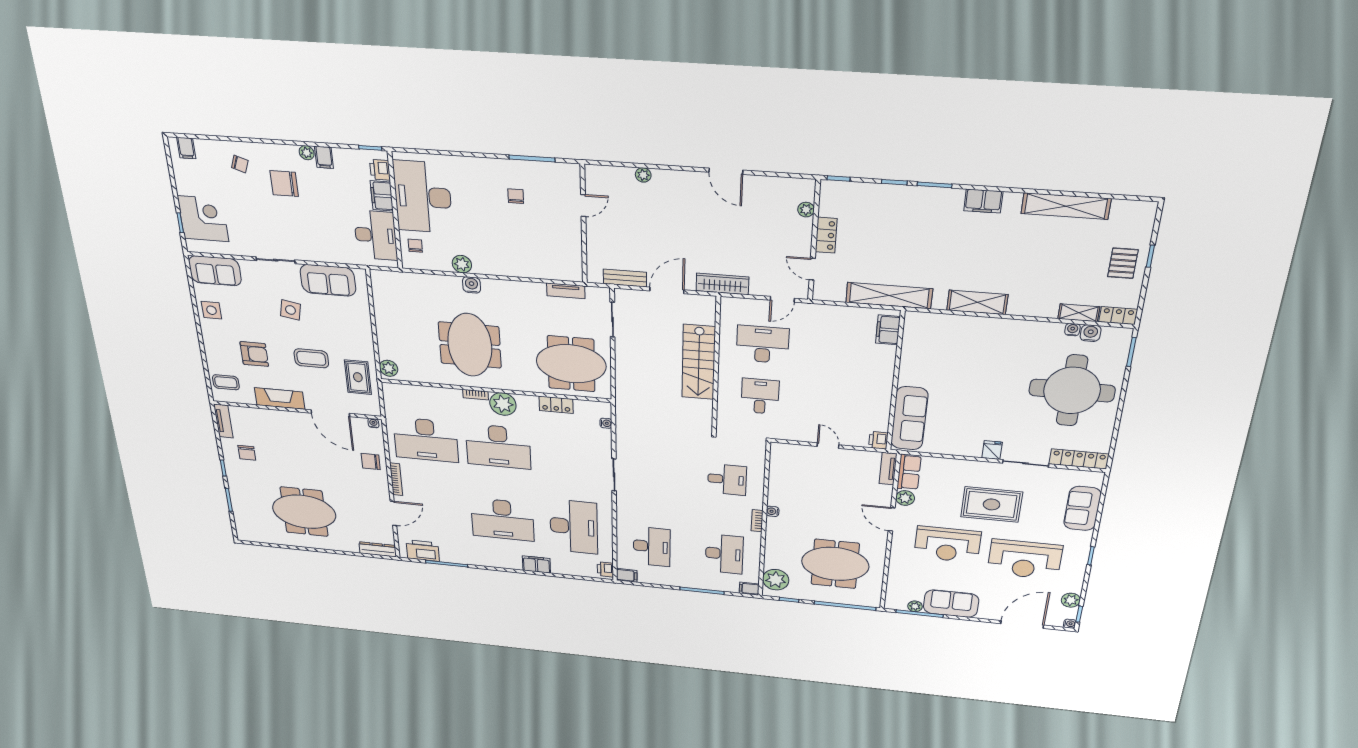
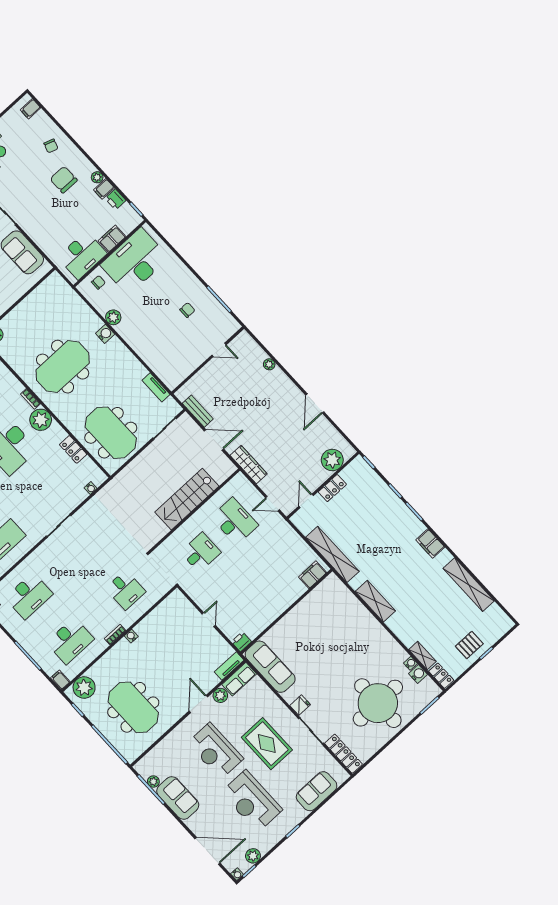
printer: (380, 170) -> (115, 199), moved, turned -90
plant: (806, 210) -> (332, 460), width x1.88, depth x1.88
sofa: (909, 418) -> (270, 667), moved, turned -90

